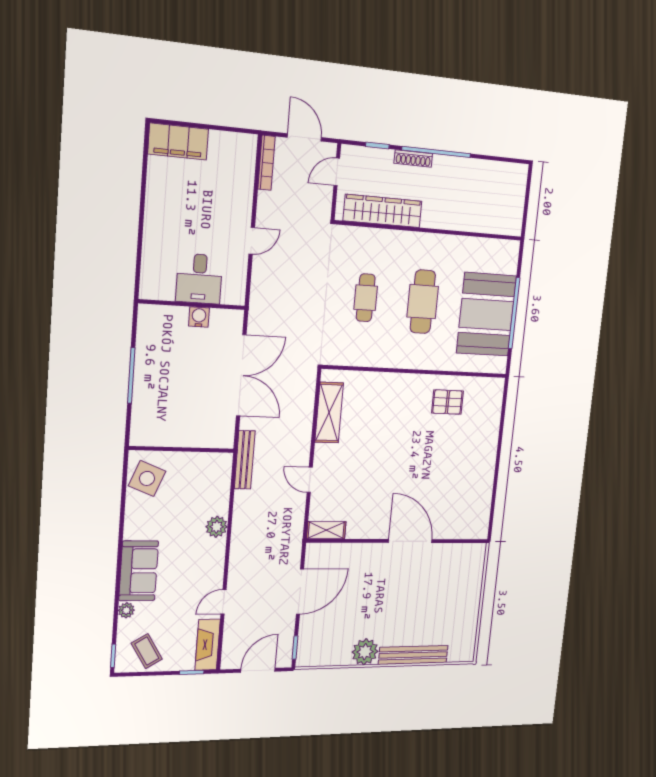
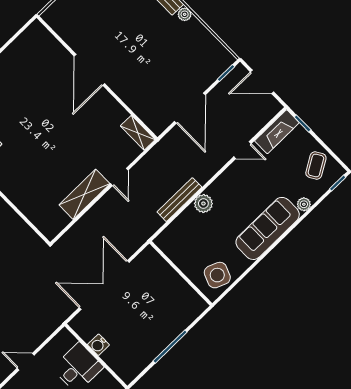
shelving: (329, 413) -> (84, 194), moved
bench: (245, 460) -> (179, 200), moved
sofa: (139, 571) -> (268, 228), width x1.36
door: (300, 592) -> (190, 108), swing flipped
plant: (365, 652) -> (185, 14), width x0.53, depth x0.53

